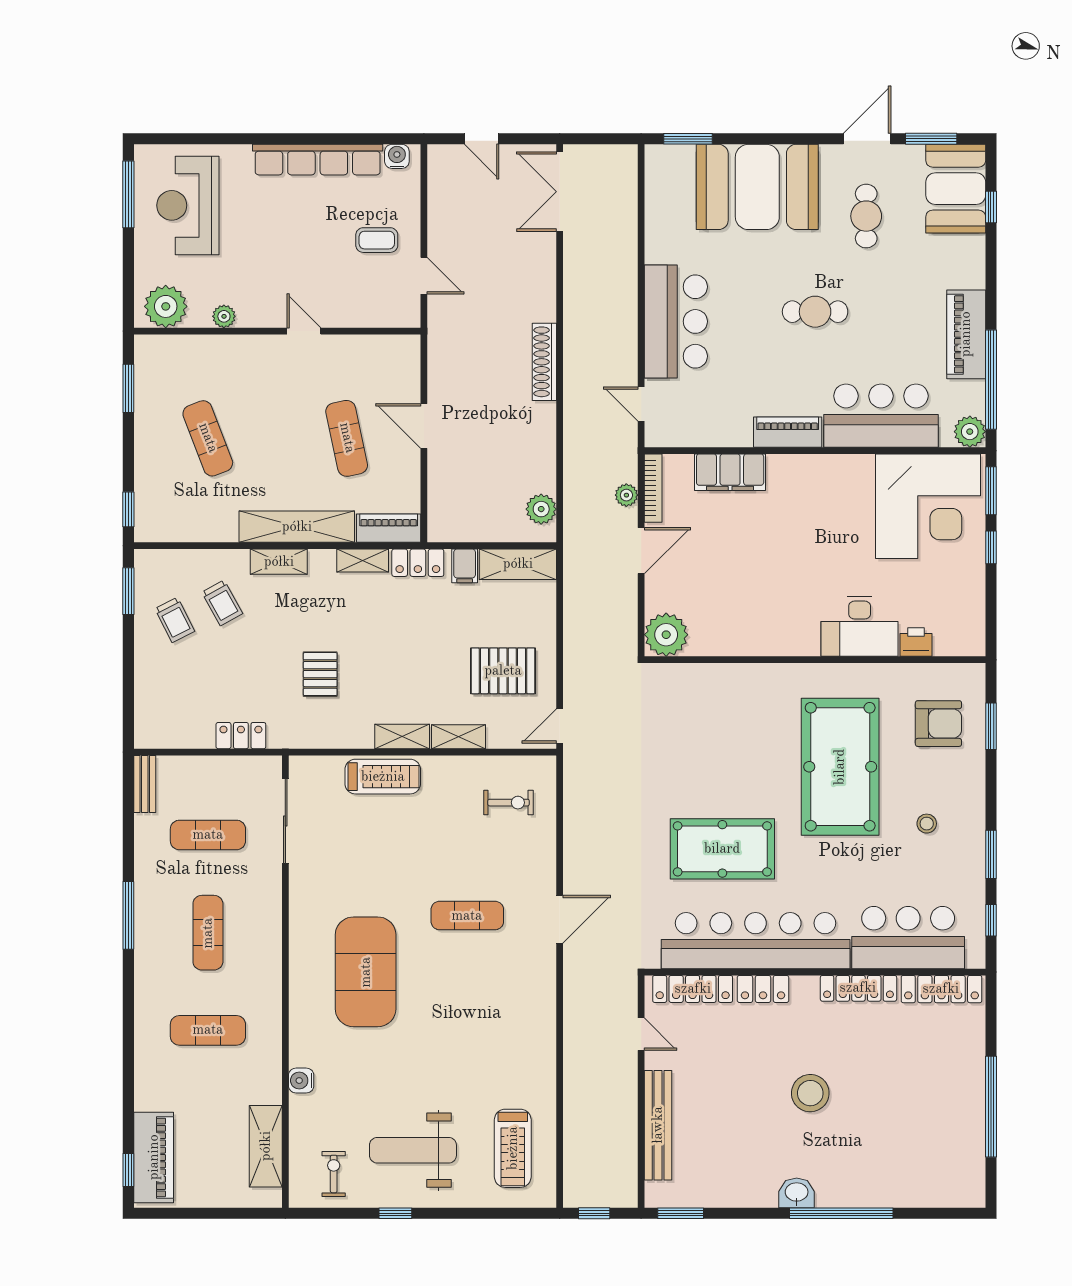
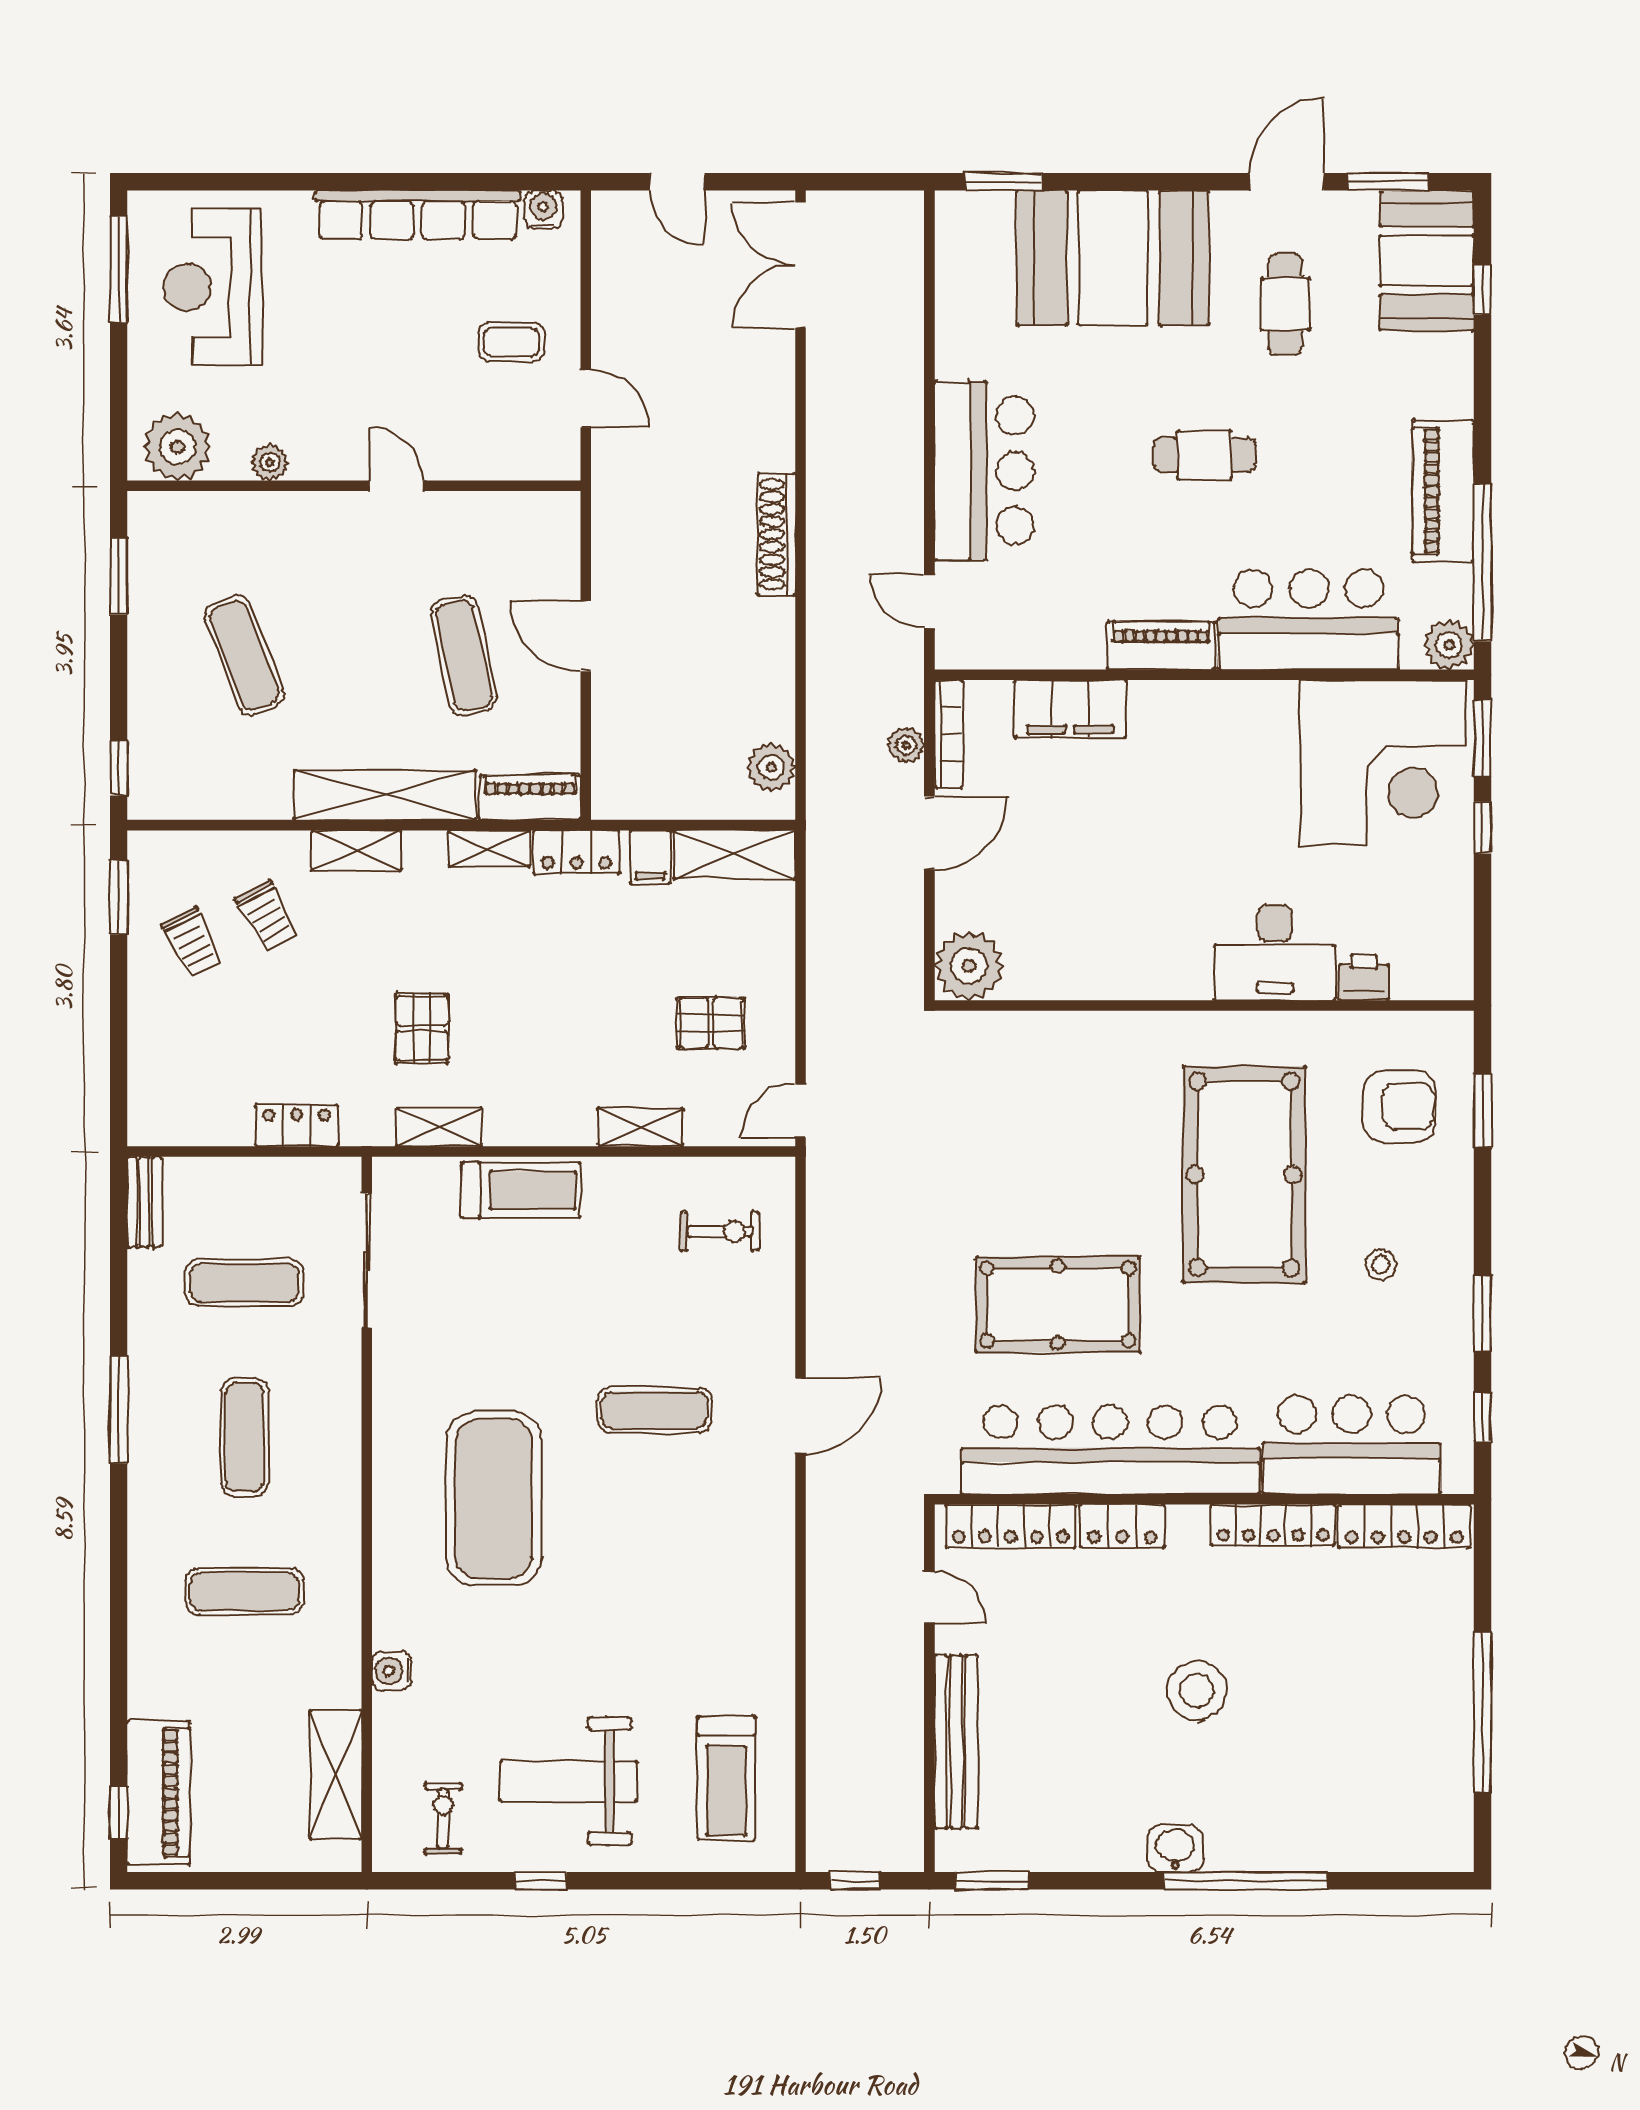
pallet: (503, 671) -> (711, 1023), width x0.67, depth x0.71
shelving: (402, 737) -> (439, 1127), moved

